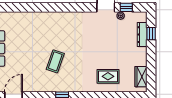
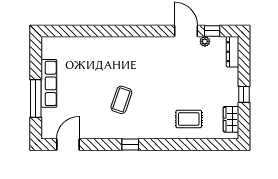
window: (151, 34) -> (244, 94), moved
dresser: (142, 35) -> (232, 52), moved

